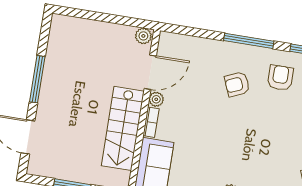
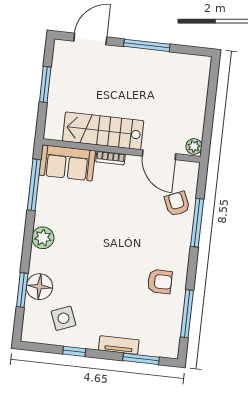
window: (249, 41) -> (197, 223), moved
armchair: (237, 84) -> (177, 204), moved
plant: (156, 99) -> (133, 162), removed

